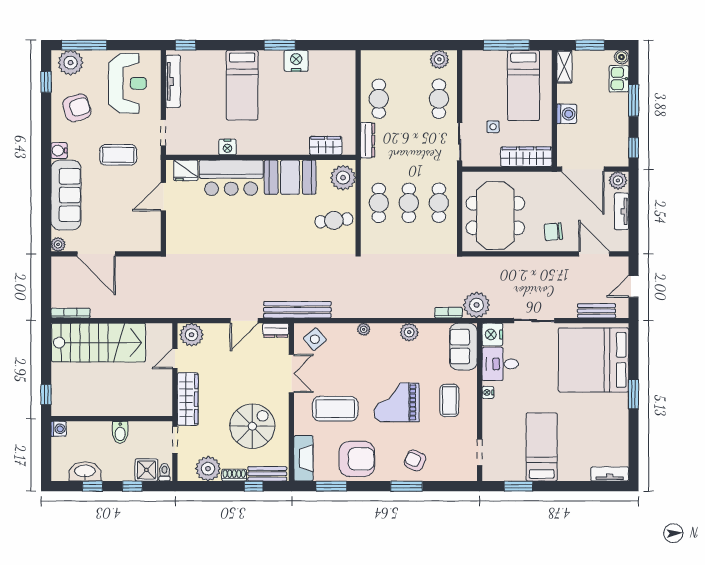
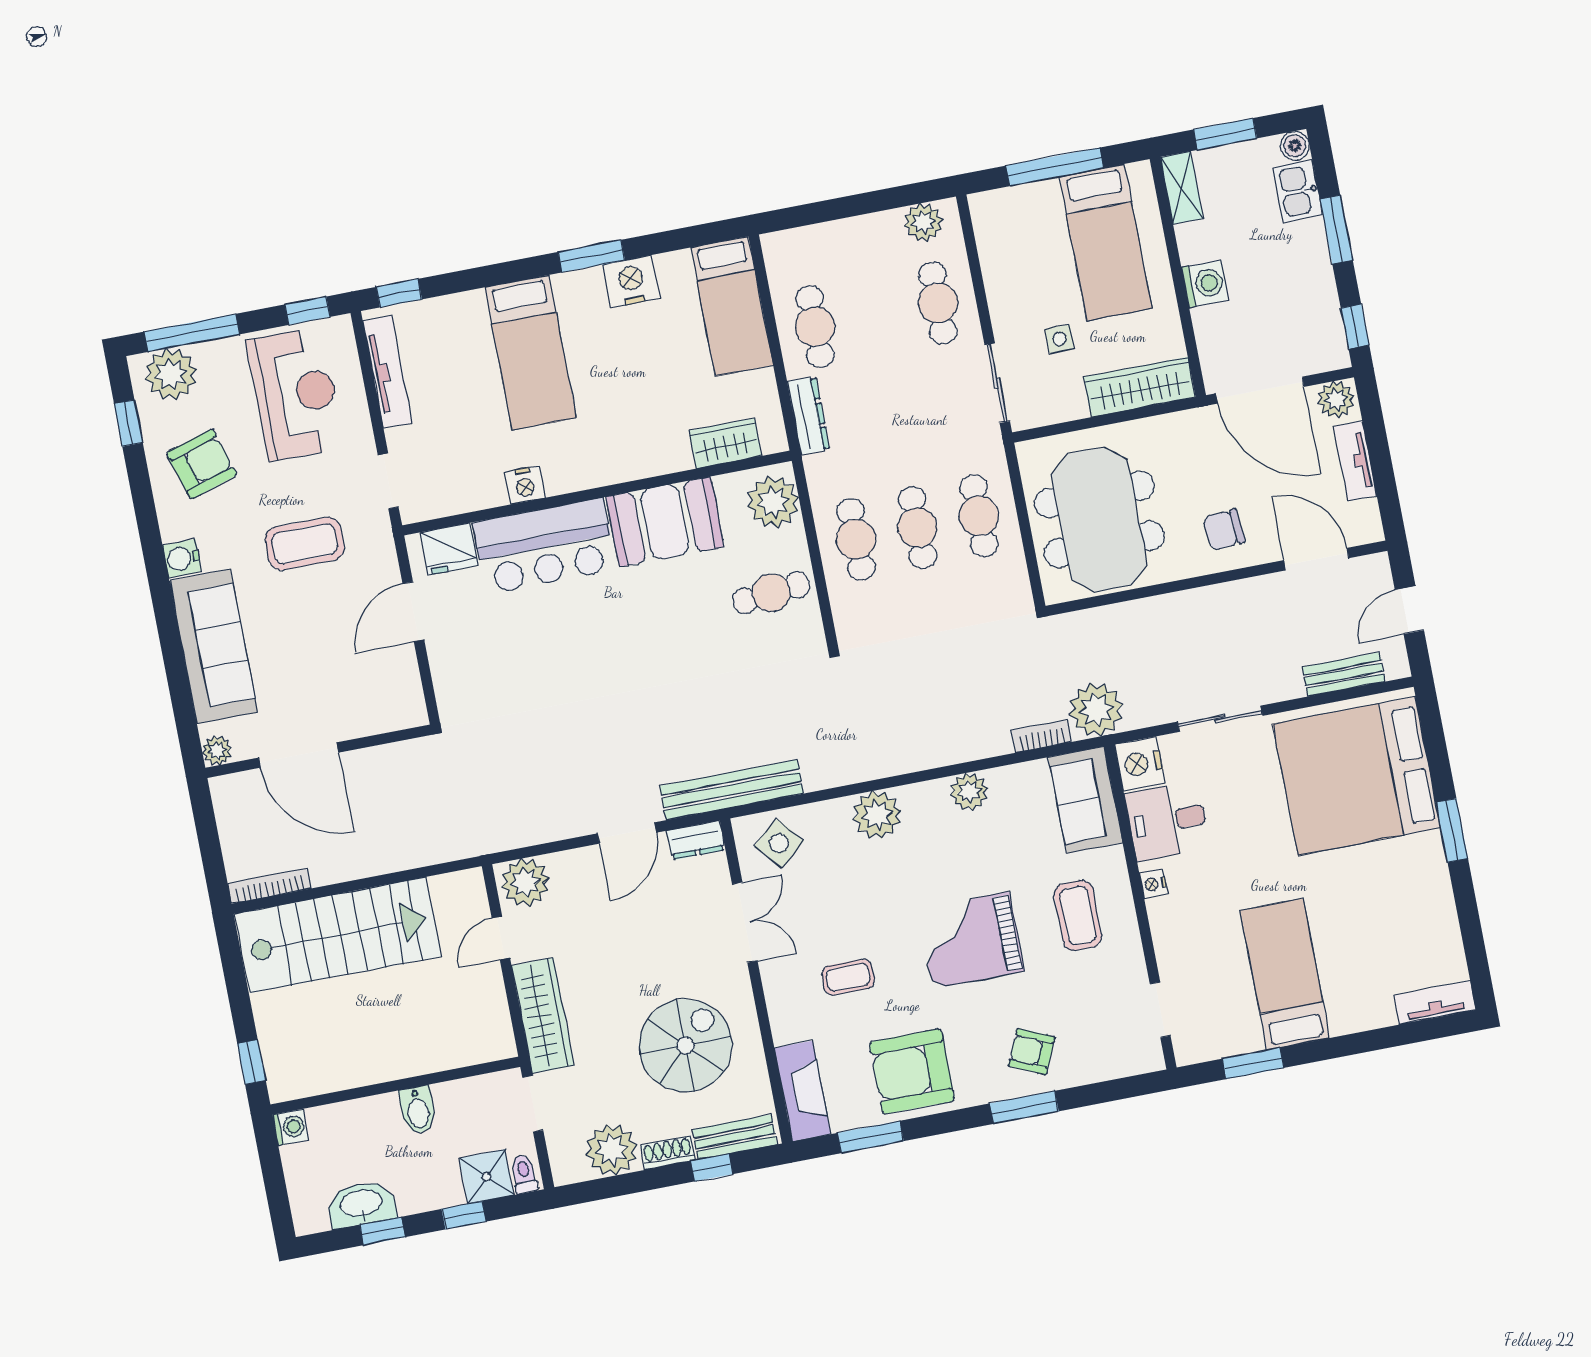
window: (141, 45) -> (308, 311), added
bed: (341, 82) -> (732, 306), added
plant: (364, 329) -> (877, 815), width x1.87, depth x1.87
coffee table: (335, 409) -> (848, 977), width x0.54, depth x0.58
armchair: (357, 459) -> (912, 1071), turned 180

